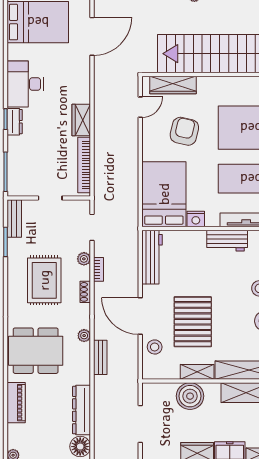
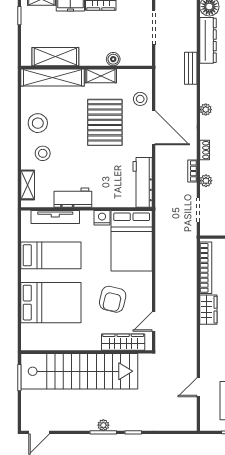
door: (92, 36) -> (198, 387), width x0.53
bench: (100, 357) -> (191, 68), moved
boiler: (190, 396) -> (113, 59), width x0.54, depth x0.54

